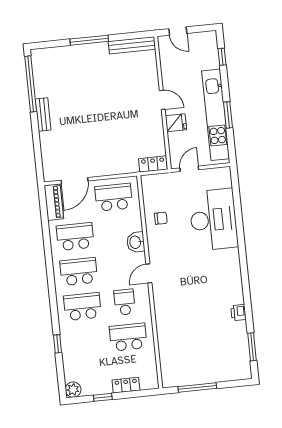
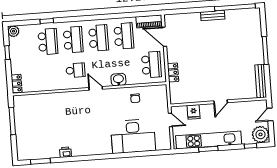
plant: (206, 43) -> (260, 134), added
fridge: (176, 123) -> (194, 112), moved
locker: (153, 164) -> (173, 73), moved
school desk: (128, 337) -> (48, 42), moved
locker: (126, 385) -> (17, 84), moved

